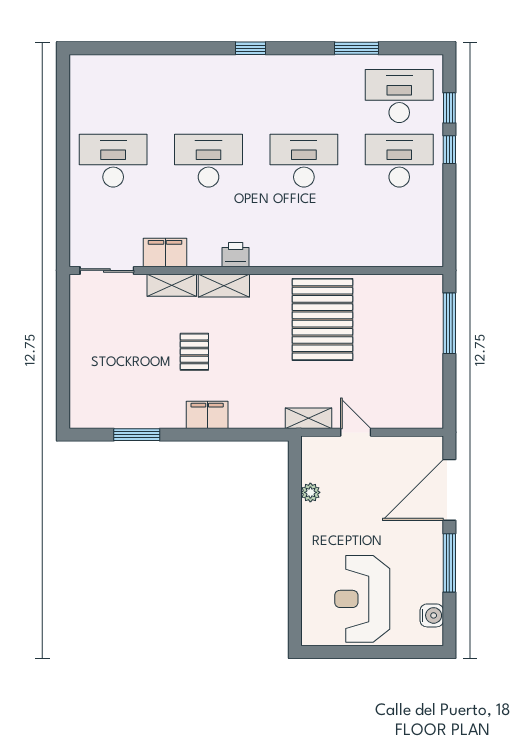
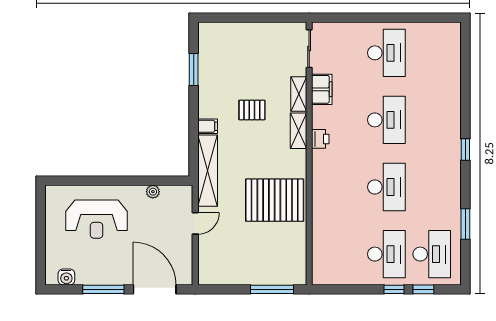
filing cabinet: (207, 415) -> (208, 126), width x0.50
shelving: (308, 418) -> (208, 171), width x2.20, depth x1.33
reception desk: (362, 599) -> (97, 219), moved, turned 180

